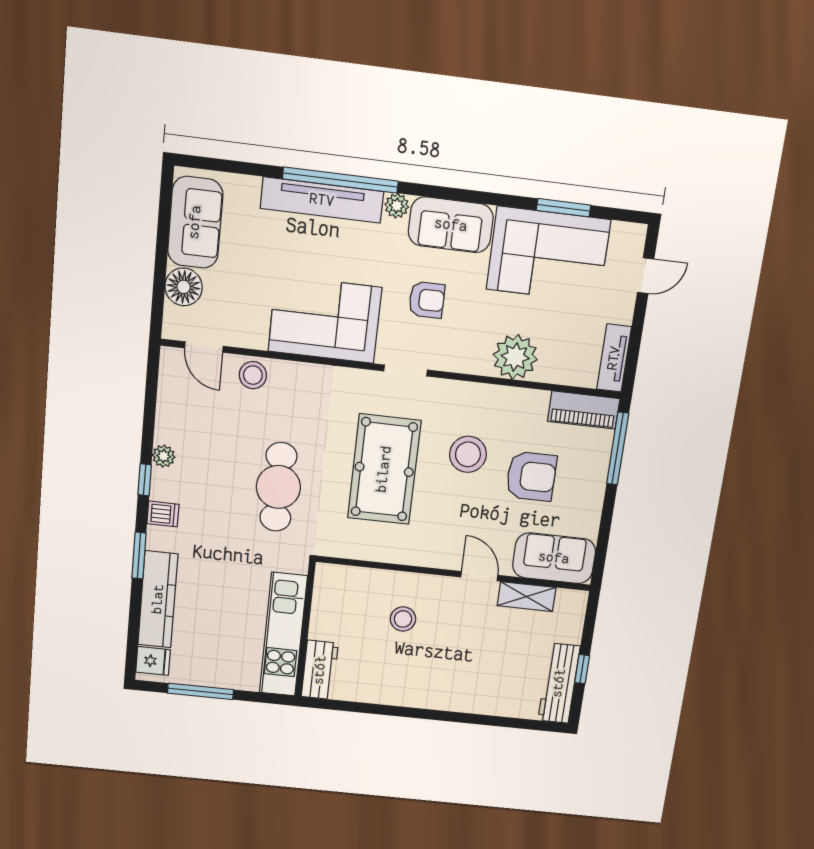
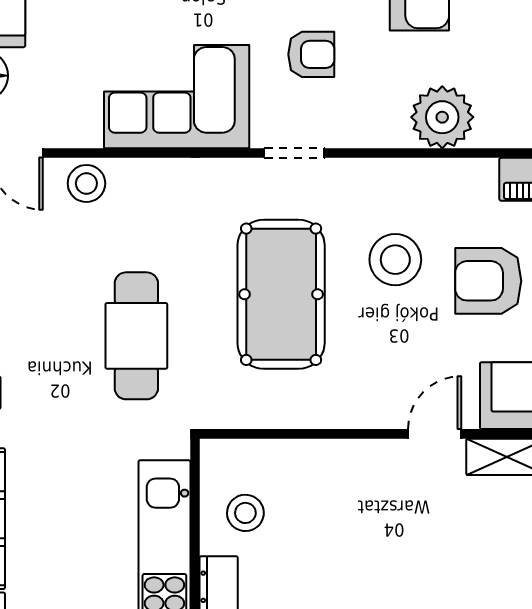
armchair: (531, 476) -> (488, 281), turned 180
door: (479, 576) -> (435, 434), hinge flipped
stool: (403, 619) -> (245, 513), moved

